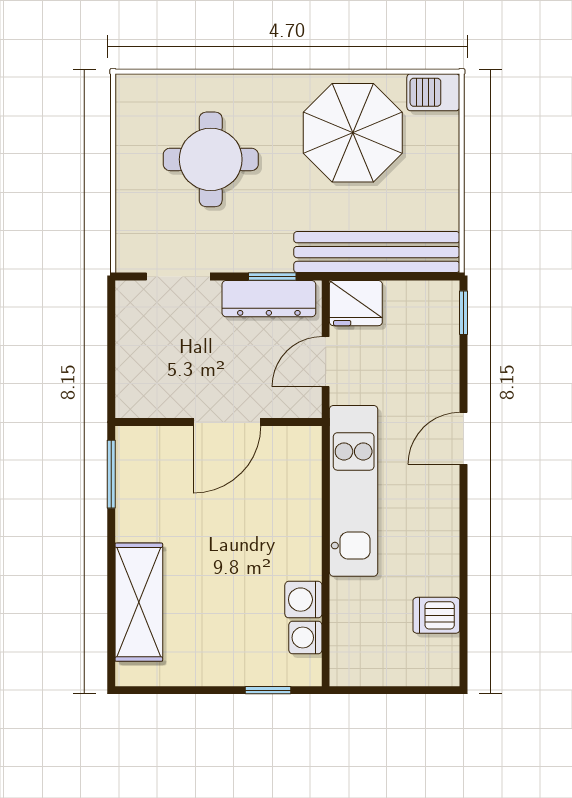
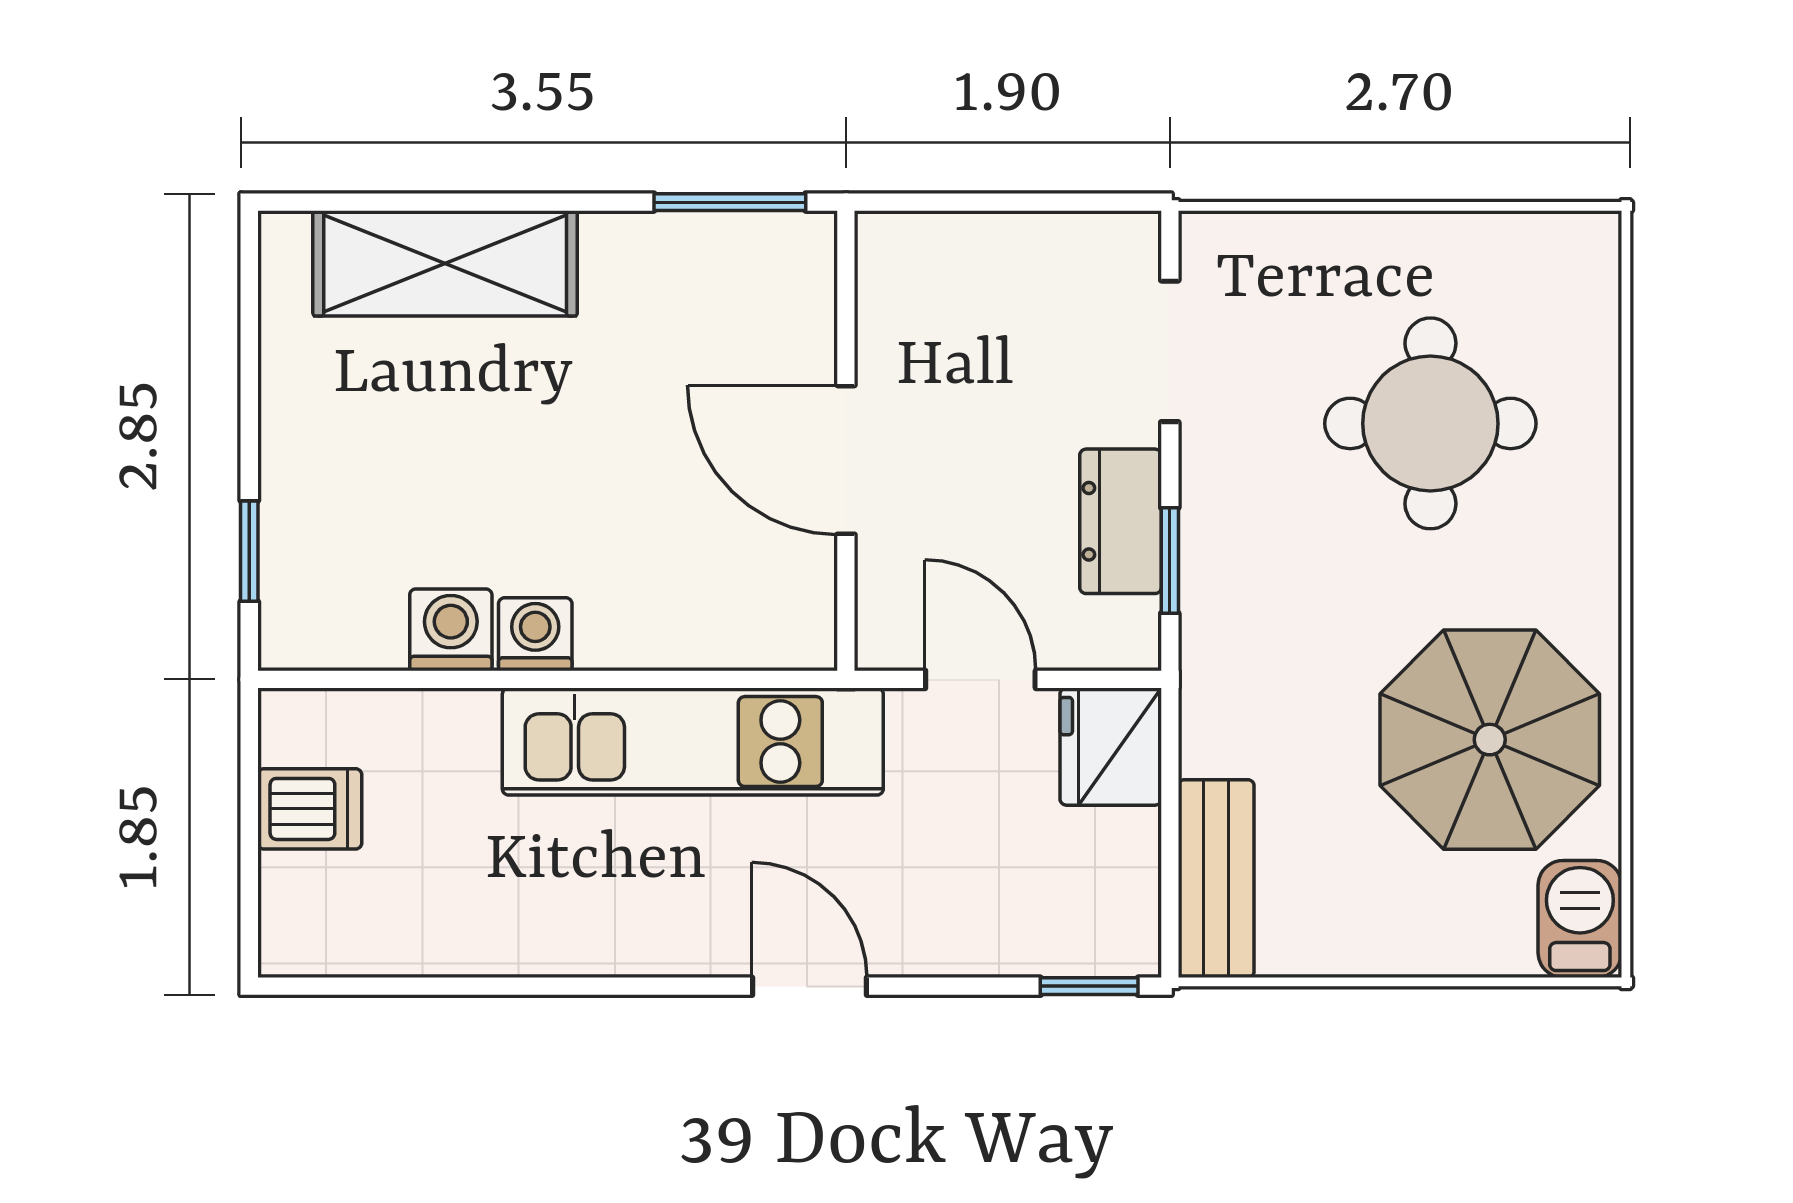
bench: (377, 252) -> (1216, 879), width x0.54, depth x0.82
dresser: (269, 299) -> (1121, 521), width x0.70
dishwasher: (436, 615) -> (310, 809), moved, turned 90
washing machine: (305, 638) -> (535, 634), moved

